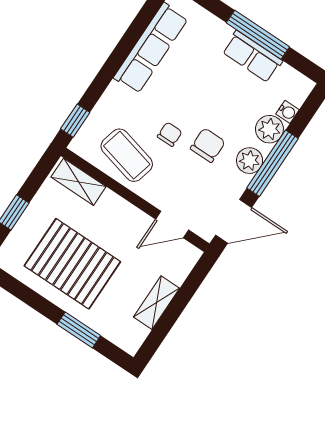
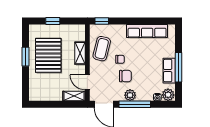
plant: (269, 129) -> (168, 95), moved
shelving: (79, 182) -> (80, 53), moved
shelving: (156, 303) -> (74, 96), moved
window: (79, 330) -> (25, 57), moved

